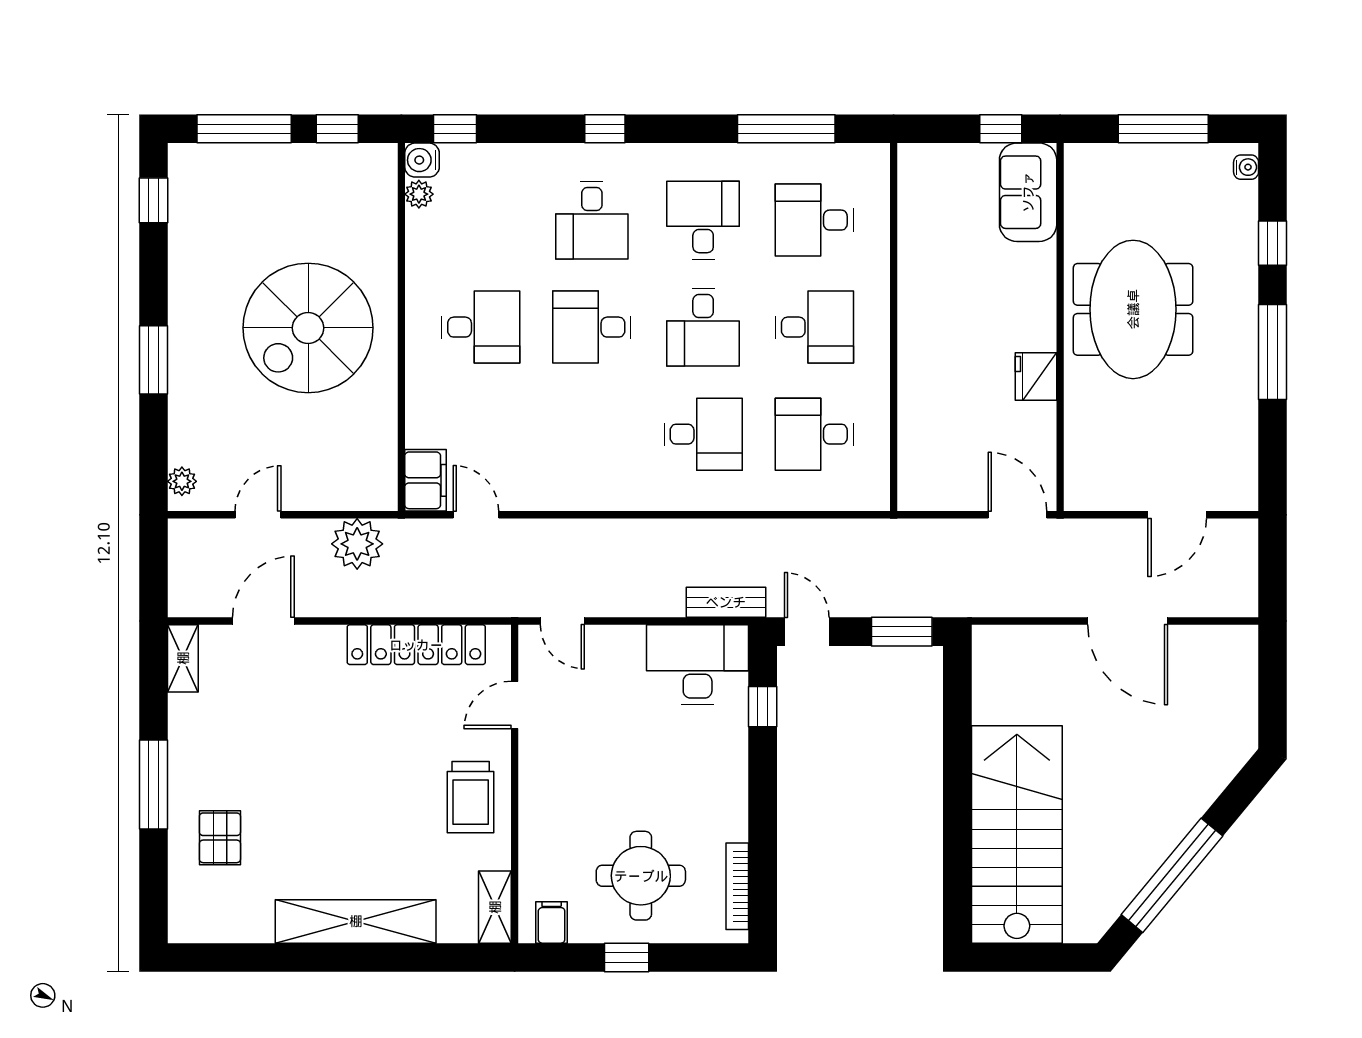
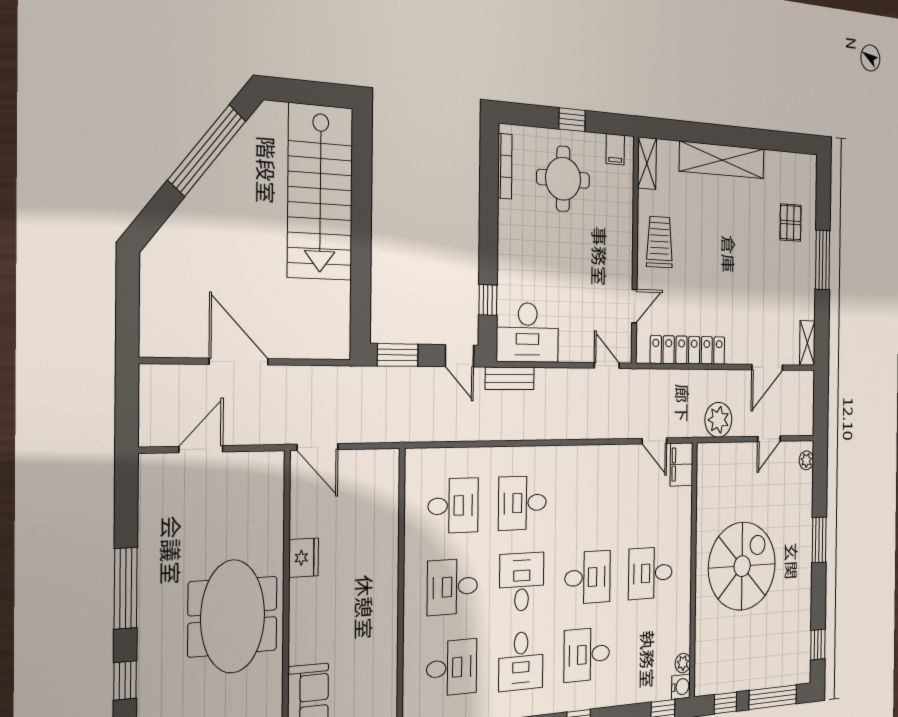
desk: (592, 220) -> (587, 654), turned -90

